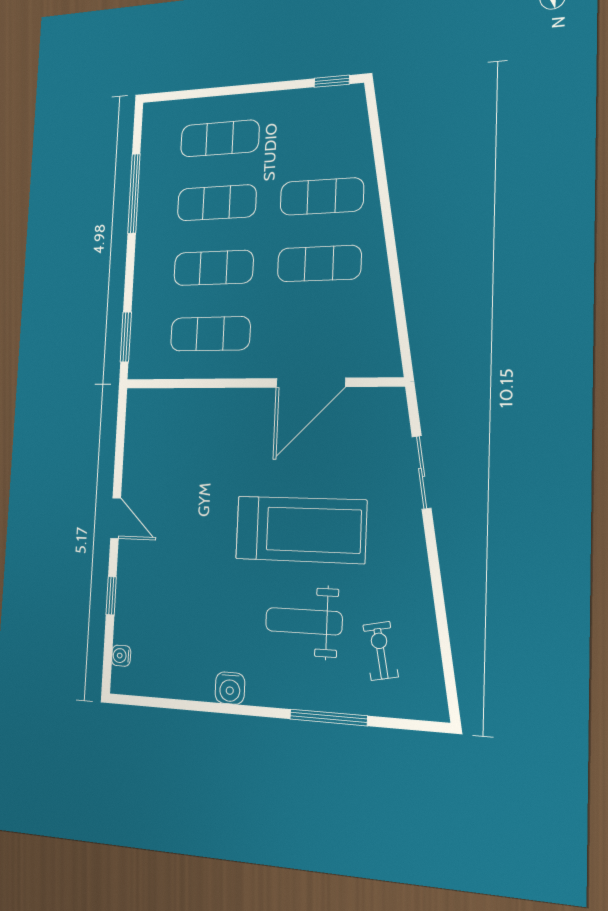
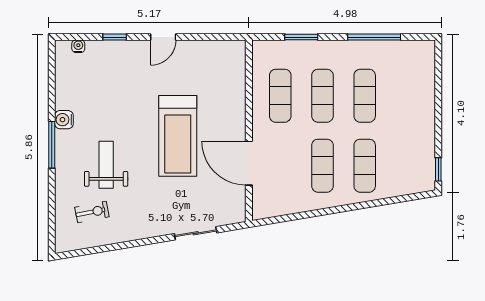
exercise mat: (220, 138) -> (407, 96), removed
window: (126, 337) -> (301, 37), moved
treadmill: (301, 530) -> (178, 136), moved
window: (328, 717) -> (52, 145), moved

